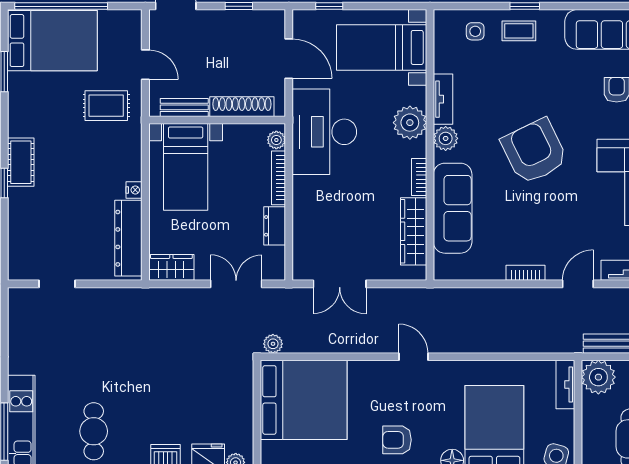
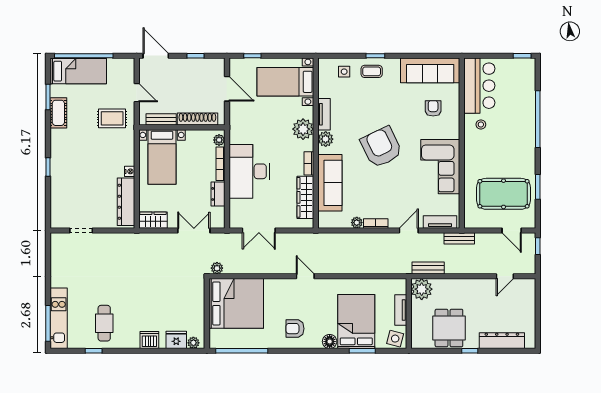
bed: (52, 41) -> (78, 71), width x0.67
desk: (324, 132) -> (249, 171), moved
cot: (21, 162) -> (58, 113), moved
plant: (495, 271) -> (357, 223), added
tv unit: (565, 385) -> (401, 310), moved

